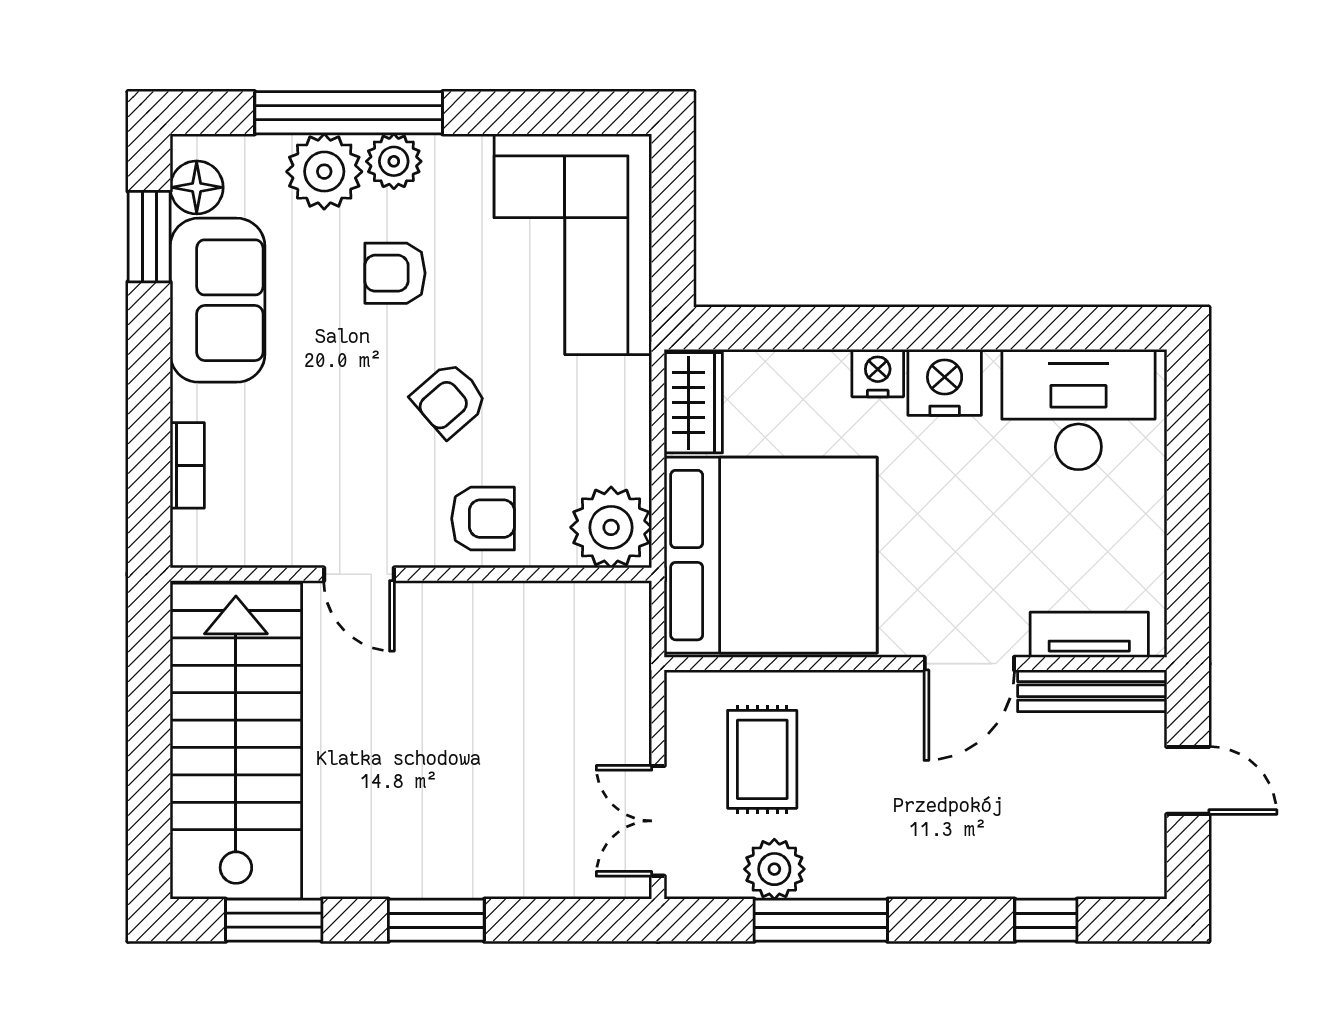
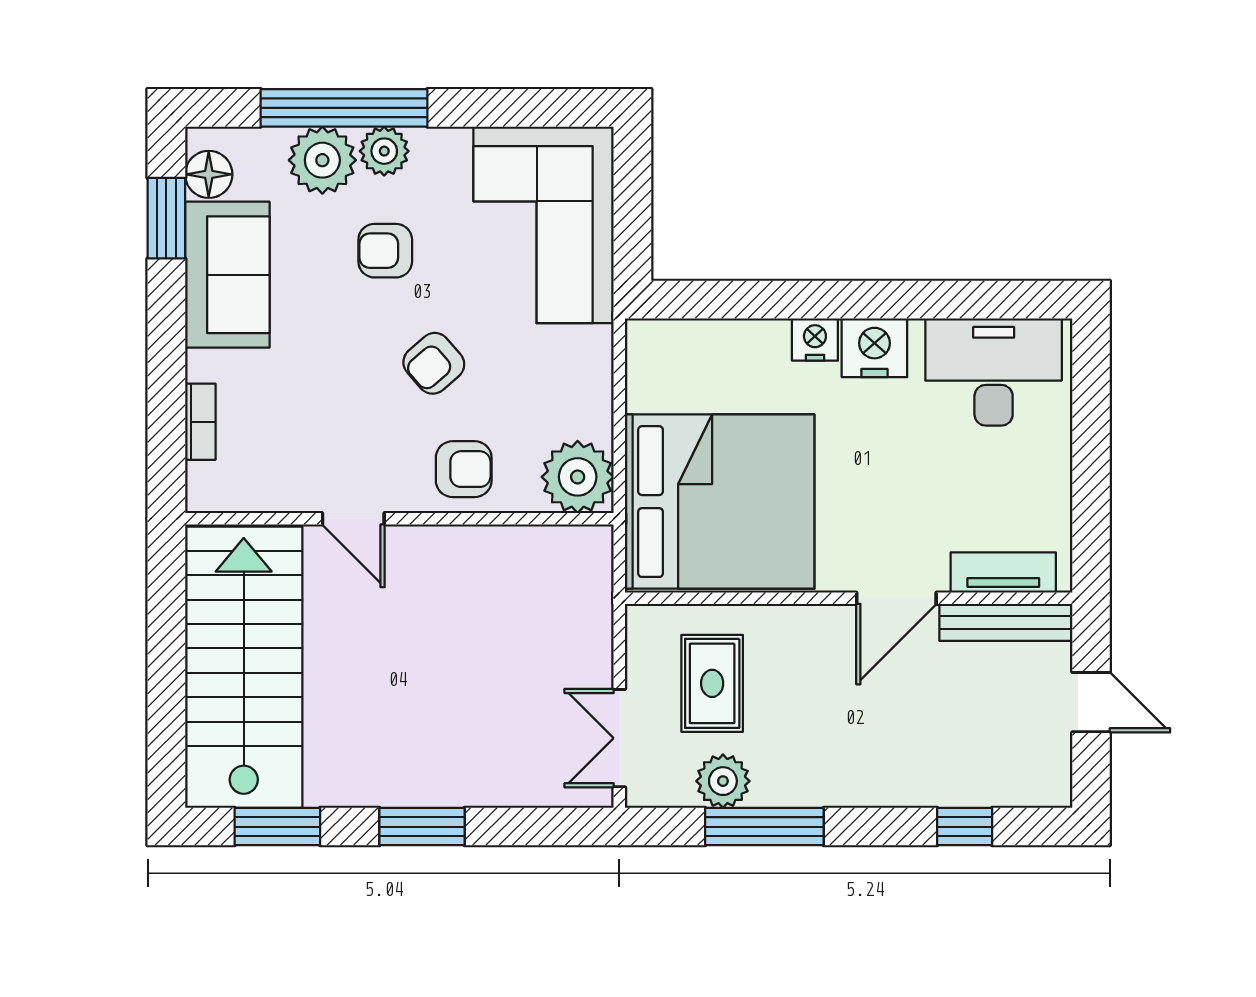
wardrobe: (693, 403) -> (651, 366), removed

